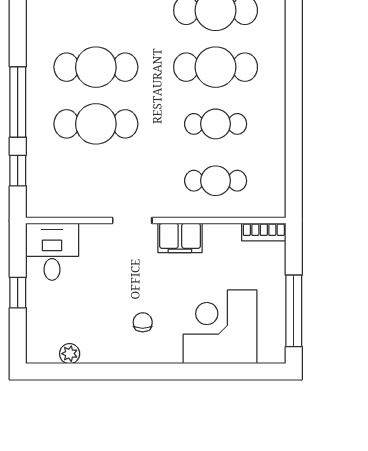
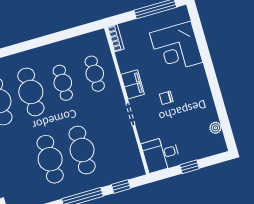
chair: (143, 322) -> (166, 98), moved

